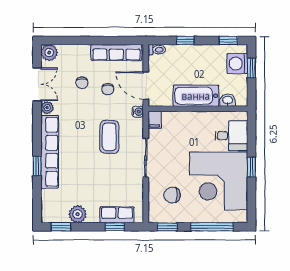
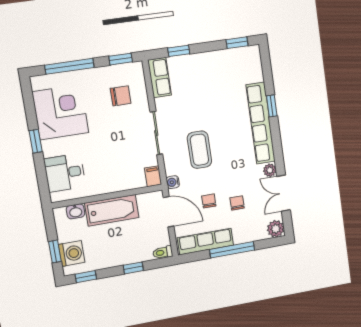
window: (93, 40) -> (232, 250), added
corner desk: (219, 181) -> (60, 112), width x0.74, depth x0.74
plant: (78, 214) -> (221, 59), removed
row of seats: (117, 215) -> (160, 78), moved, turned -90

